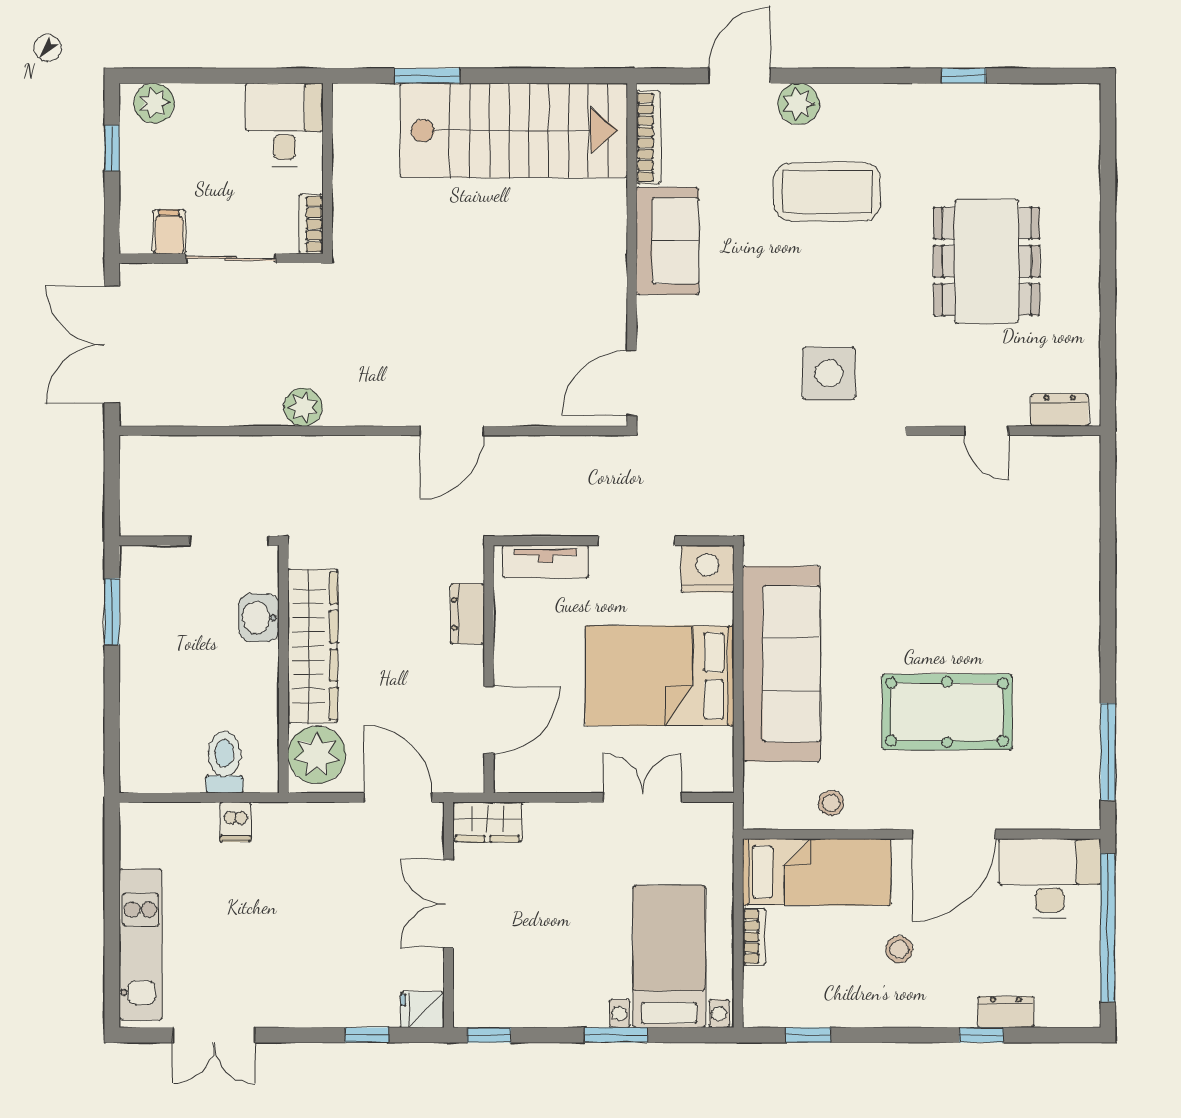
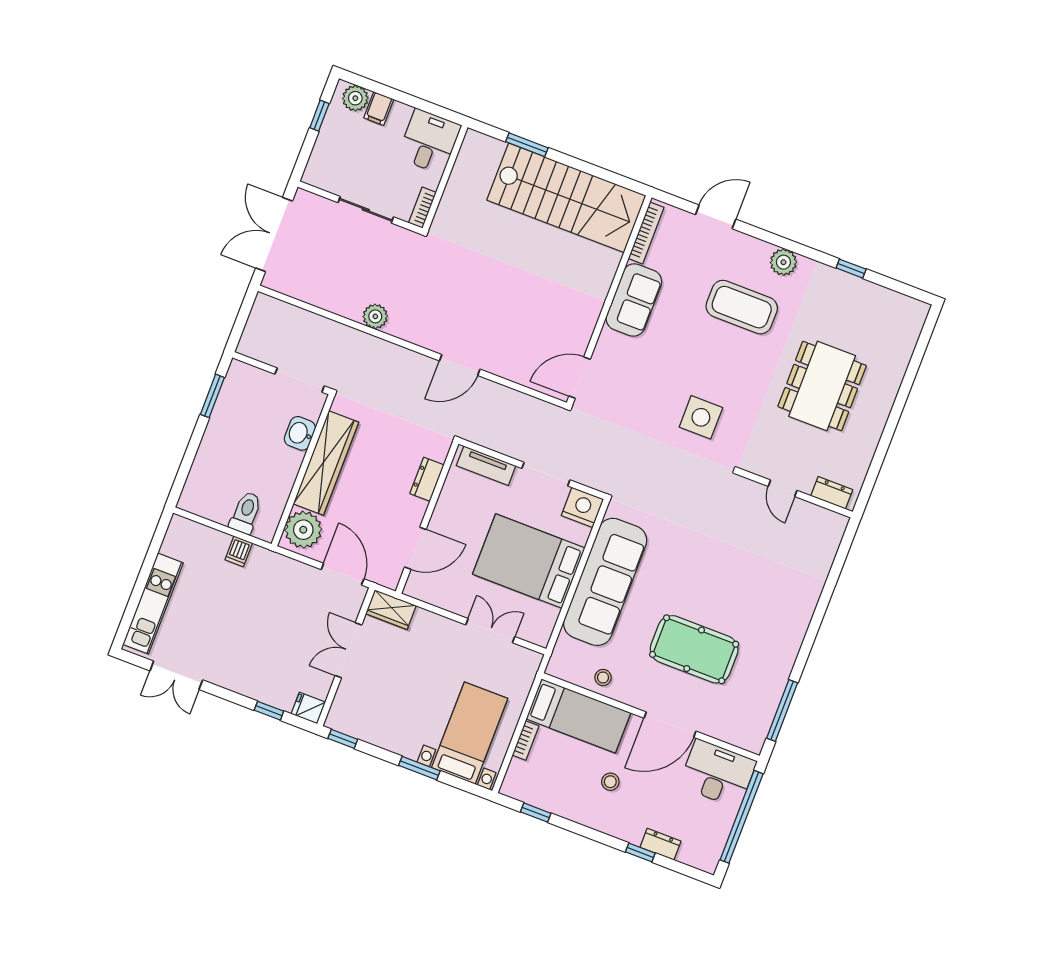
plant: (798, 104) -> (783, 262), moved
filing cabinet: (169, 232) -> (379, 108), moved, turned 180

